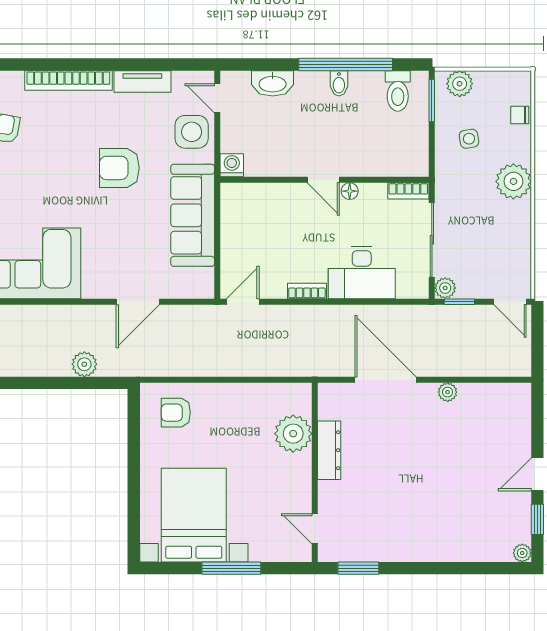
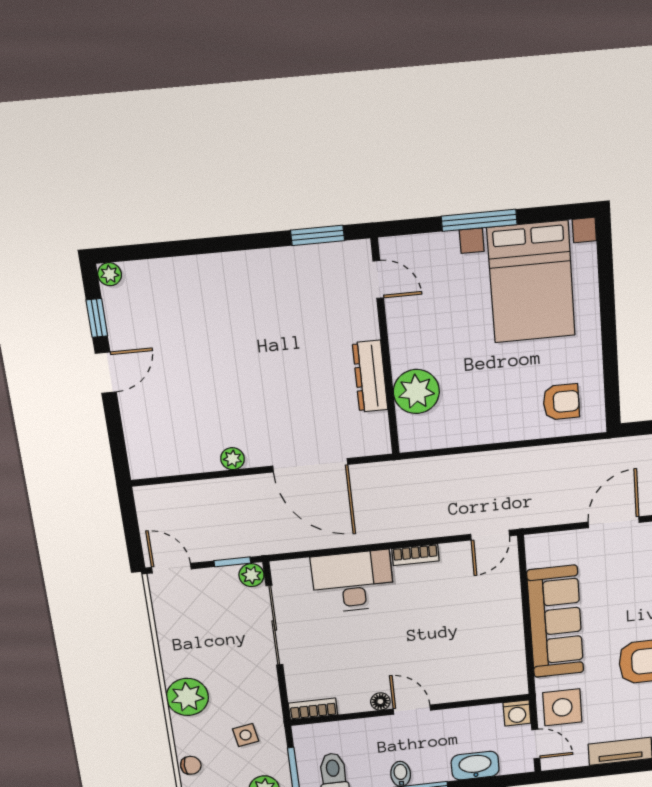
washing machine: (232, 165) -> (517, 713), moved
door: (323, 180) -> (412, 710), moved
wall: (325, 180) -> (410, 710), moved
floor lamp: (350, 191) -> (380, 701), moved
bookcase: (408, 191) -> (313, 709), moved

